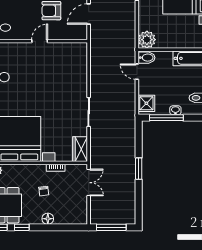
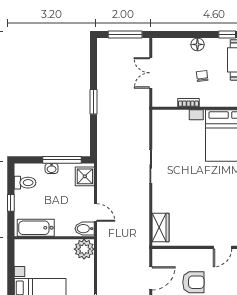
door: (40, 41) -> (223, 247), moved
wardrobe: (80, 149) -> (160, 227), moved
double door: (89, 183) -> (151, 73), moved

